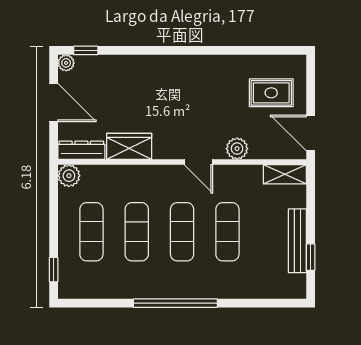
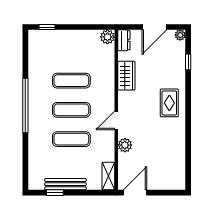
window: (86, 50) -> (188, 62), moved
rug: (271, 93) -> (169, 103), moved
dresser: (81, 150) -> (124, 40), width x0.70
exercise mat: (91, 232) -> (71, 51), removed

